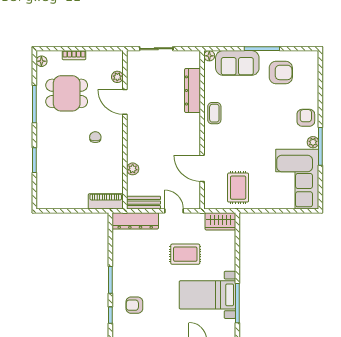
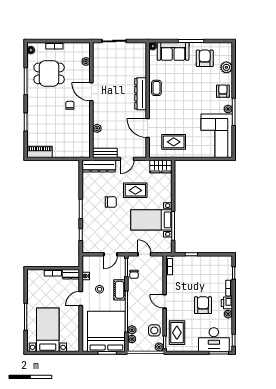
armchair: (281, 72) -> (205, 58), turned -90
plant: (311, 85) -> (226, 67), added
dresser: (193, 90) -> (141, 94), moved
door: (125, 102) -> (91, 92), moved
rug: (238, 188) -> (174, 142), turned 90
piano: (106, 201) -> (39, 152), moved
door: (174, 211) -> (127, 159), swing flipped
chair: (151, 270) -> (111, 202), added
armchair: (134, 305) -> (98, 227), removed

